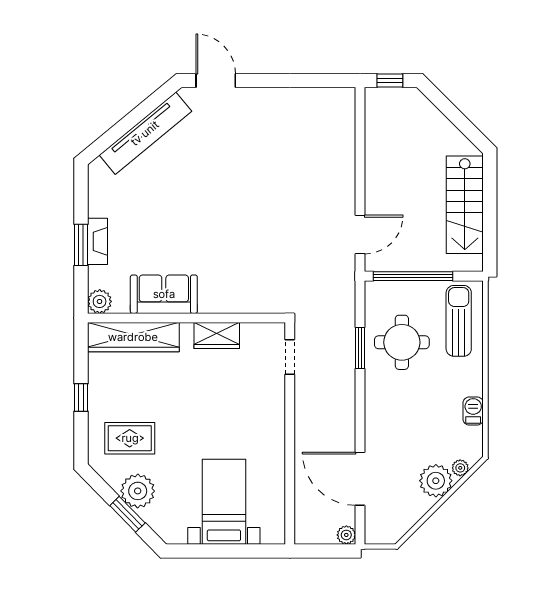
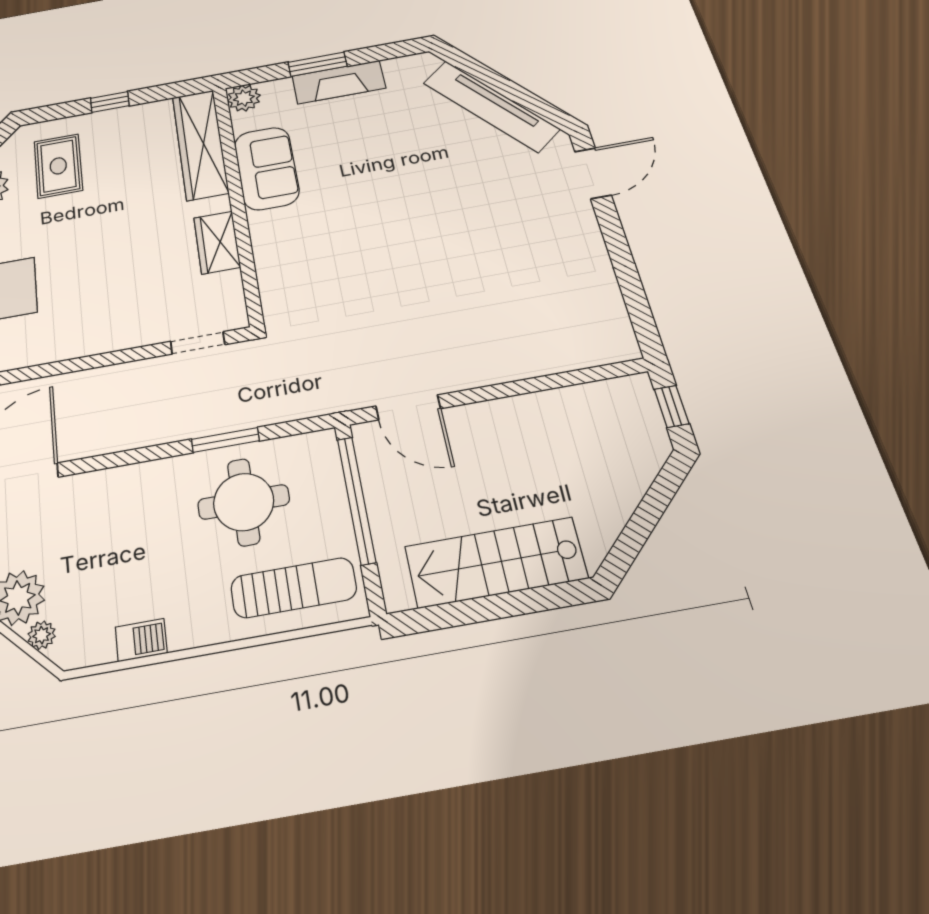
fireplace: (97, 241) -> (339, 82), width x1.37, depth x1.32

